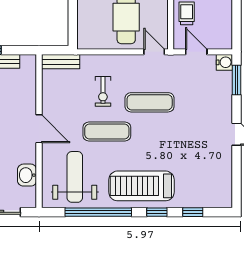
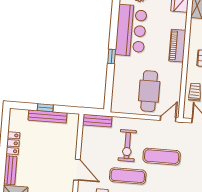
door: (154, 52) -> (168, 119), hinge flipped
exercise bike: (103, 91) -> (127, 146), width x1.38, depth x1.39

